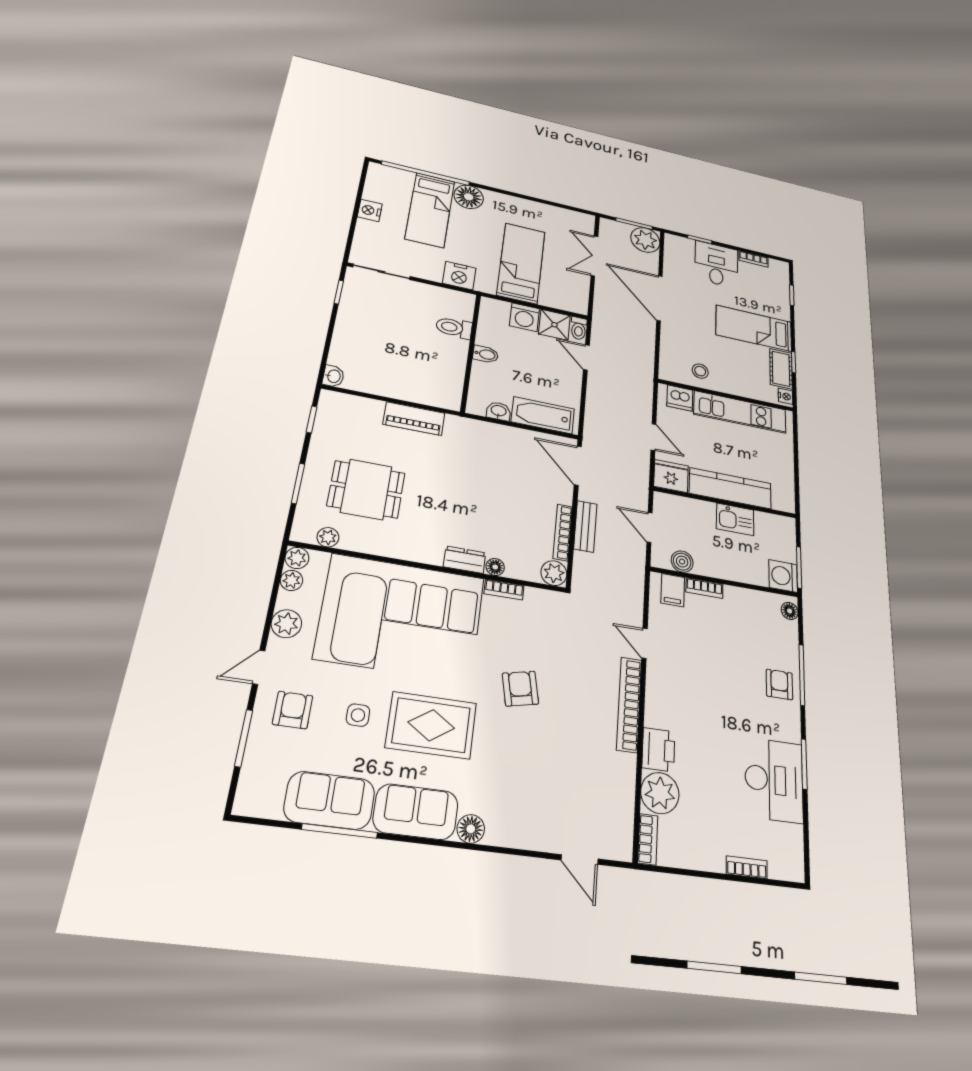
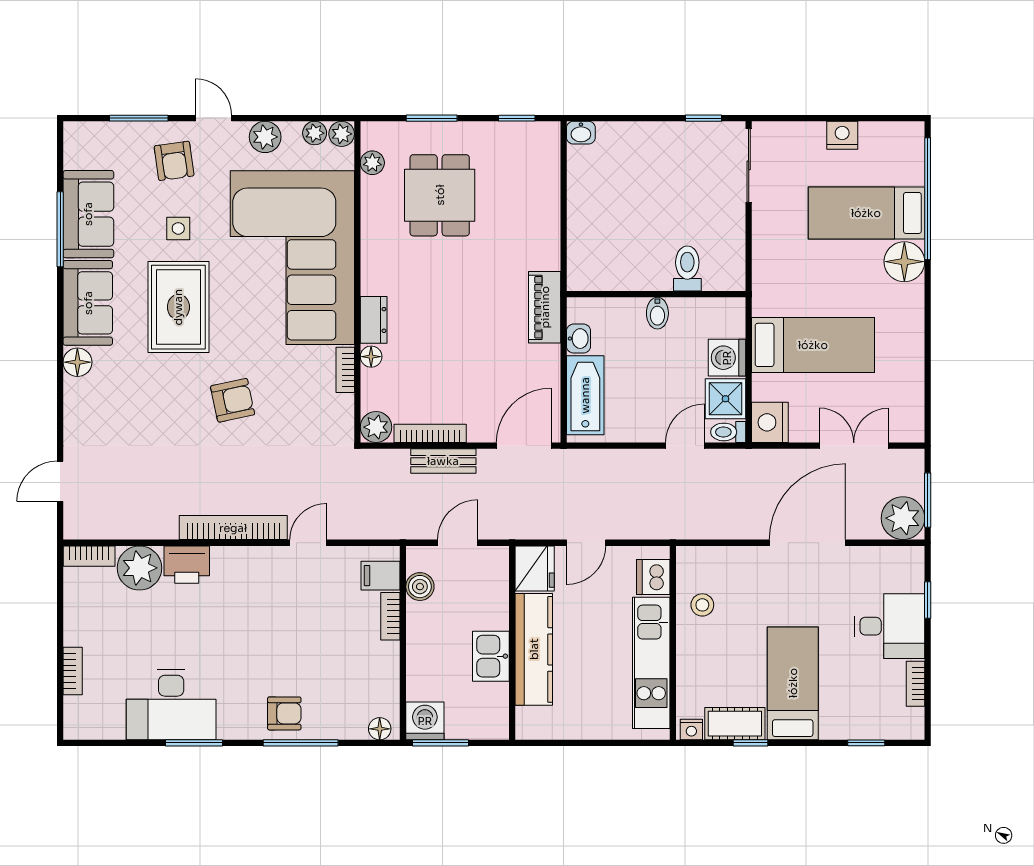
nightstand: (459, 276) -> (770, 422), moved
piano: (414, 419) -> (545, 307), moved
armchair: (293, 710) -> (174, 161), turned 82

